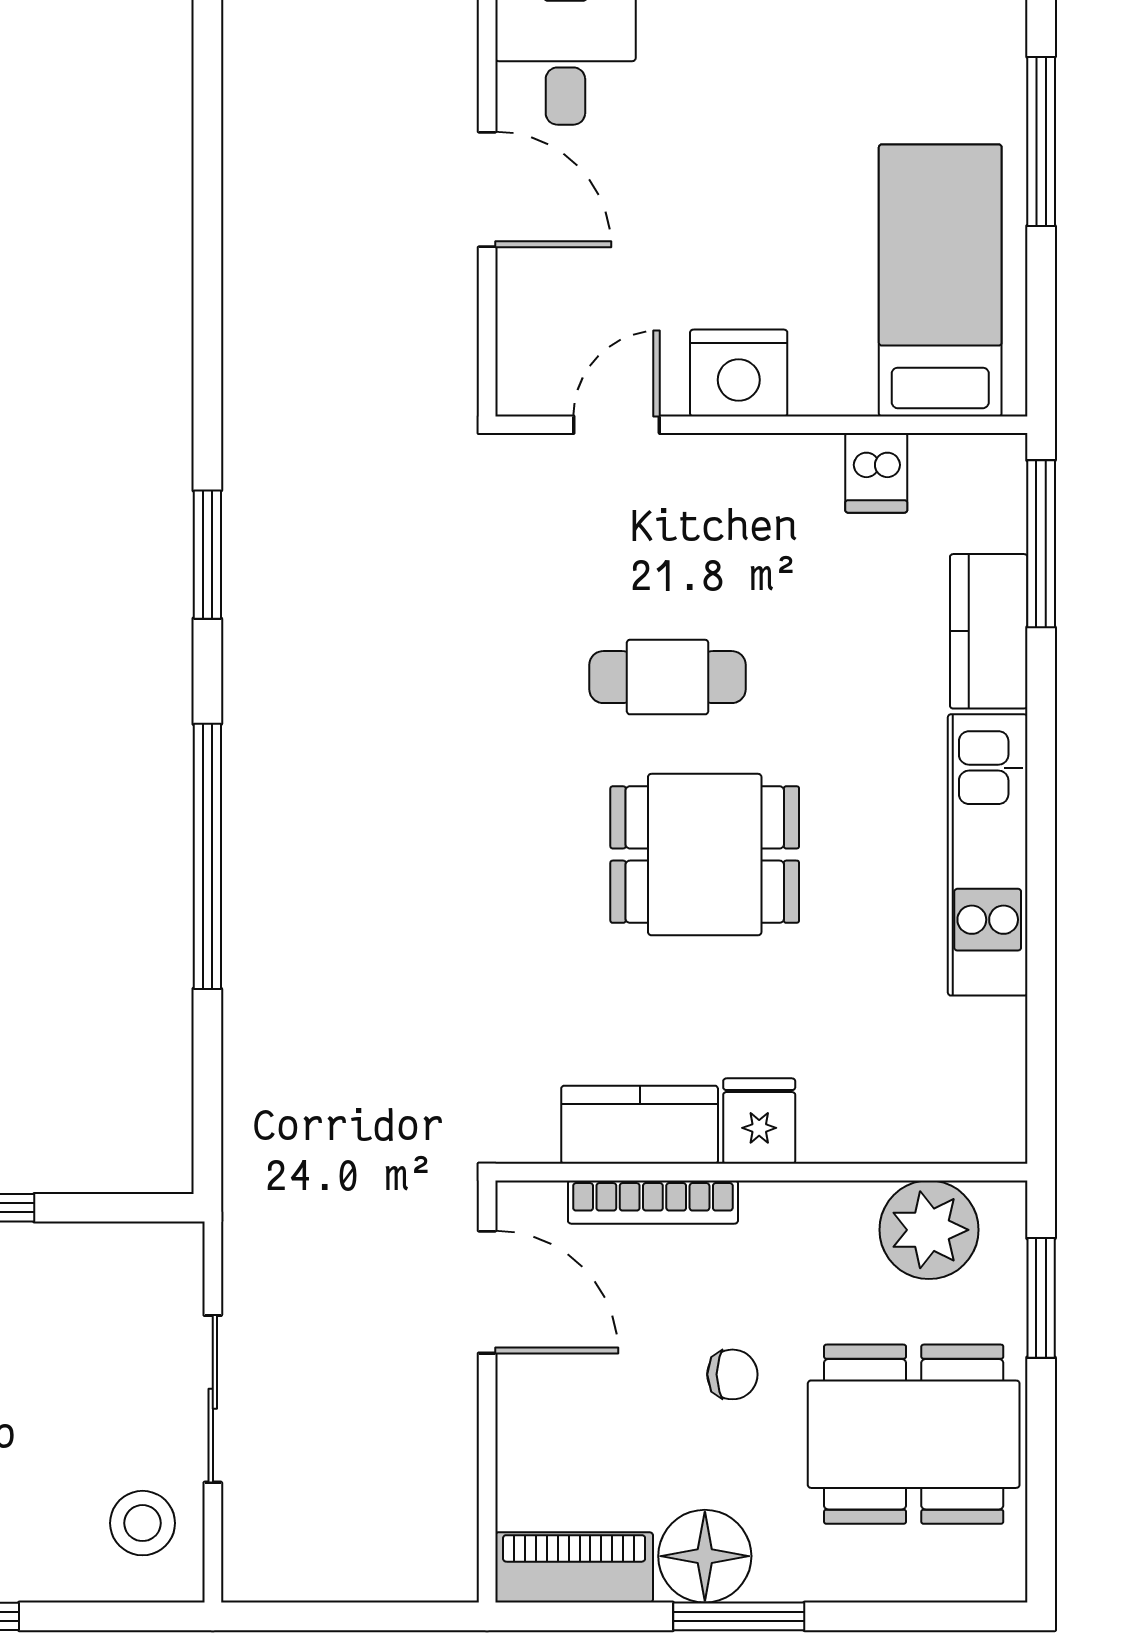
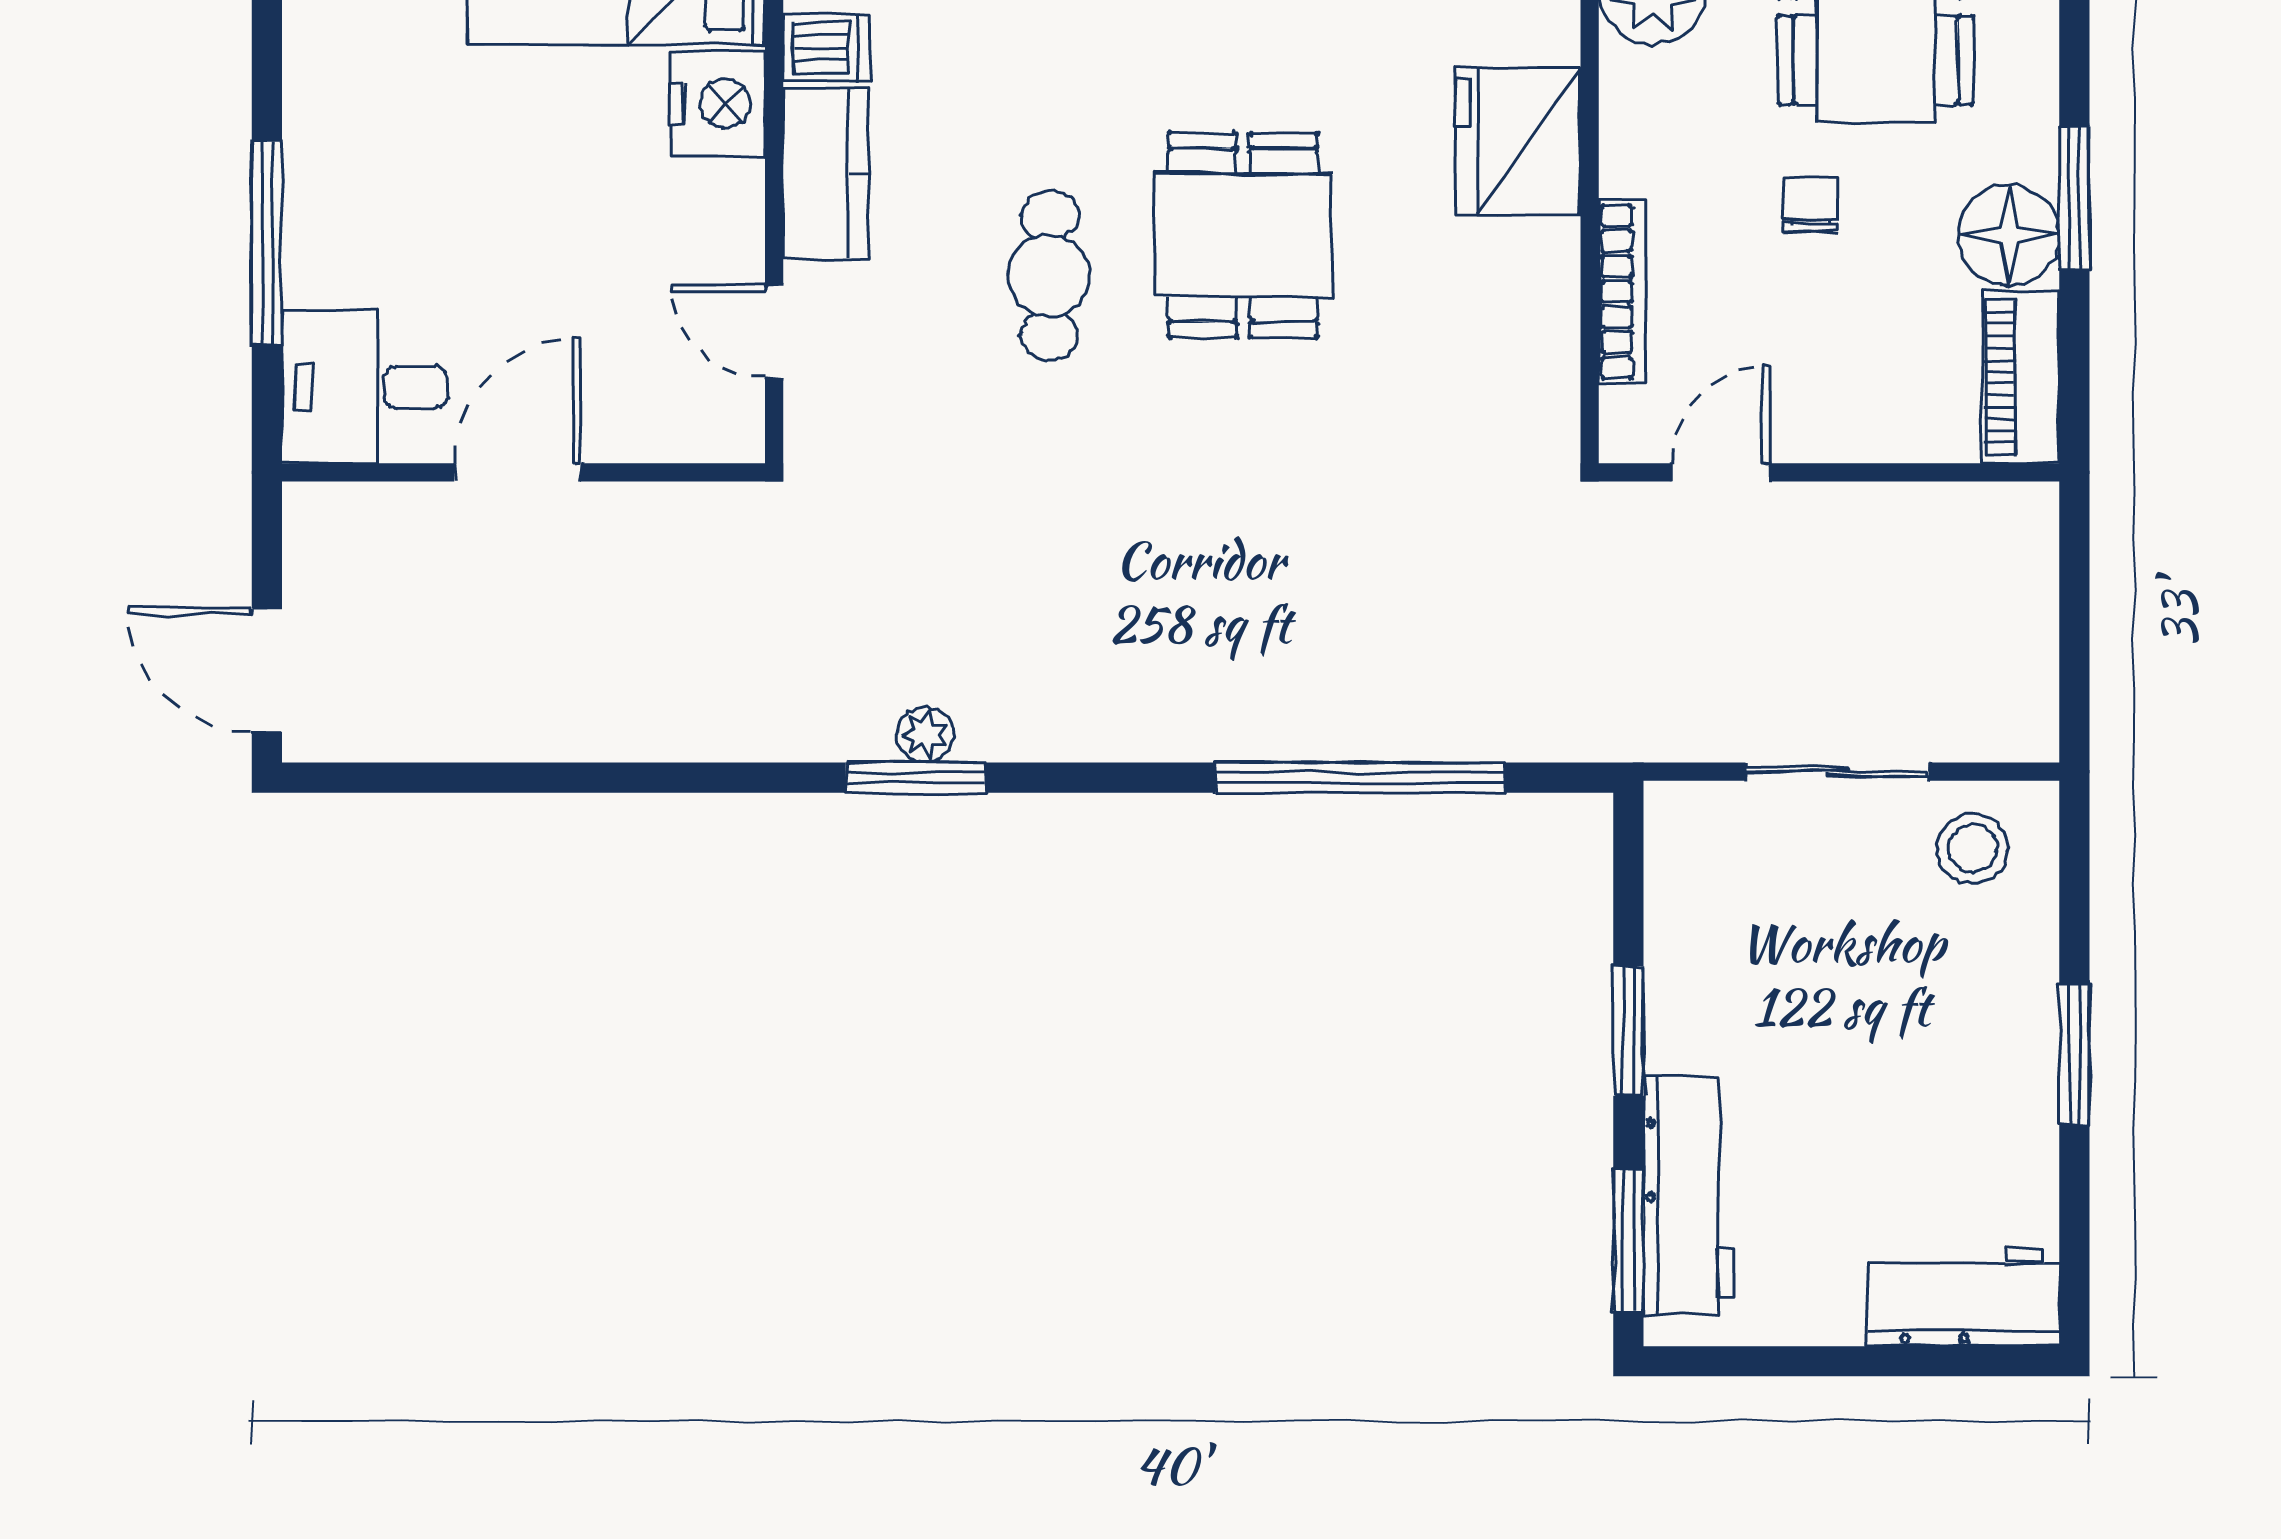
nightstand: (739, 373) -> (718, 104), moved
plant: (247, 563) -> (925, 734), added
window: (207, 856) -> (1360, 778), moved
fridge: (759, 1121) -> (1518, 141), width x1.88, depth x1.34
kitchen counter: (640, 1125) -> (826, 173), moved, turned 180
door: (487, 1292) -> (1720, 472), width x0.73

